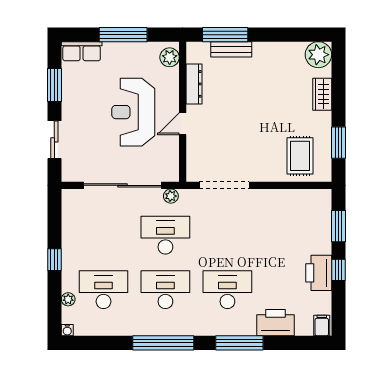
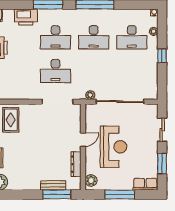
desk: (165, 235) -> (55, 71), moved

